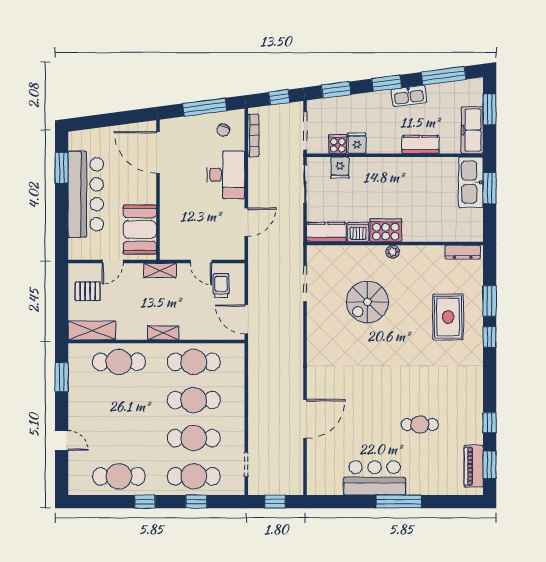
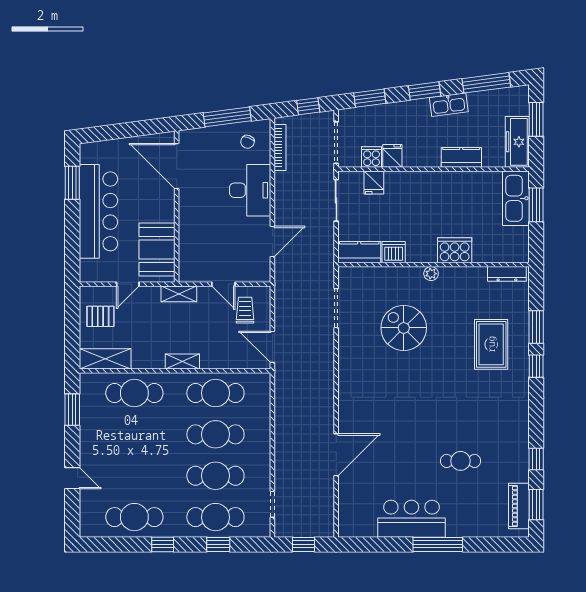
cooker: (386, 230) -> (455, 250), moved
spiral stairs: (367, 302) -> (404, 328), turned 90

